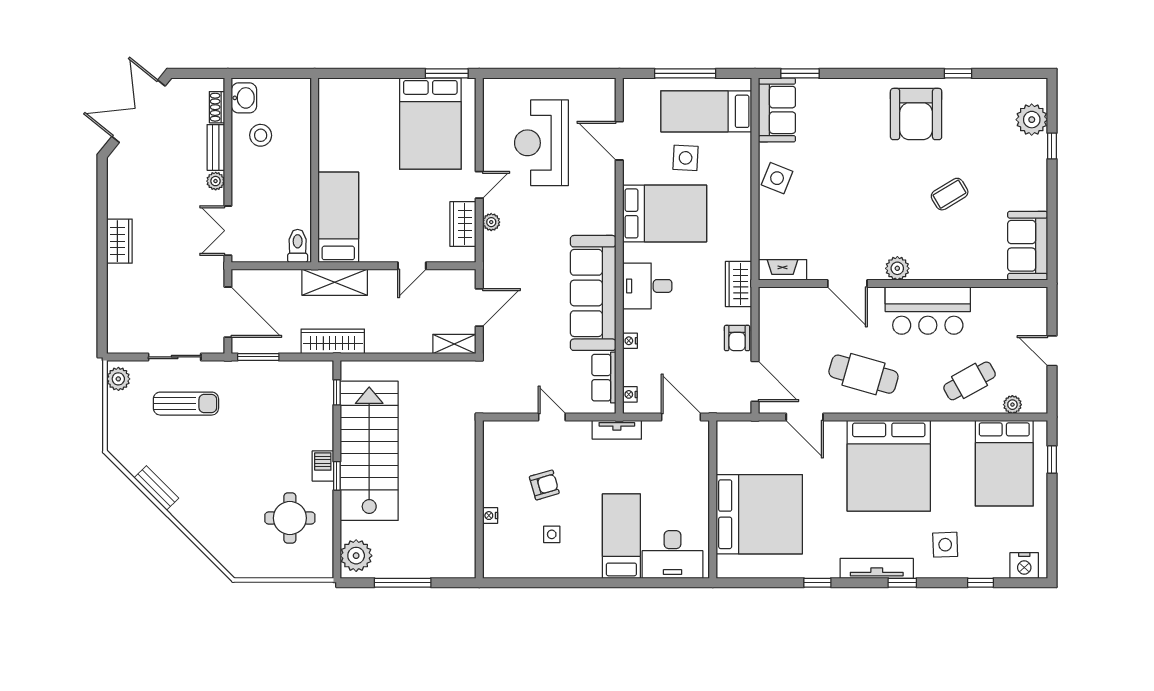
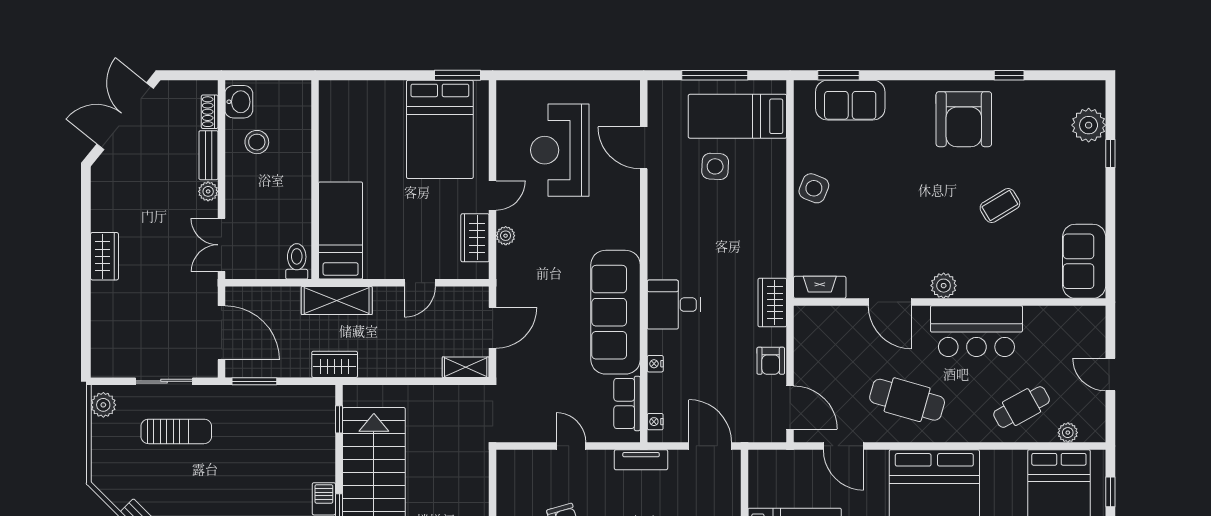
sofa: (777, 110) -> (850, 100), moved, turned 90
bed: (665, 213) -> (693, 226), removed
wardrobe: (333, 341) -> (335, 364), width x0.67

